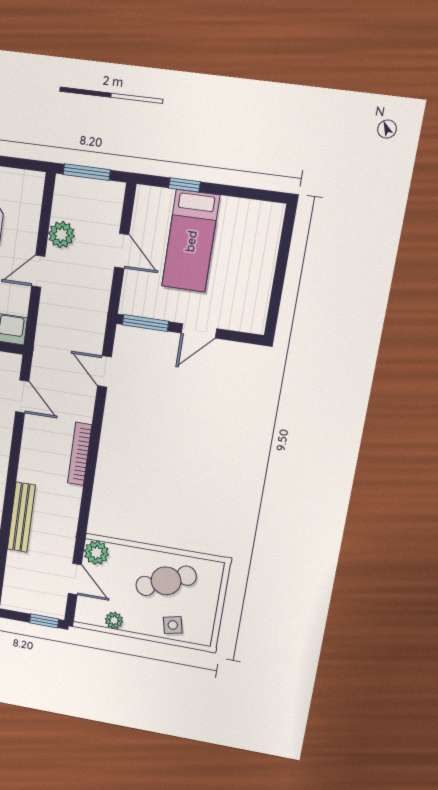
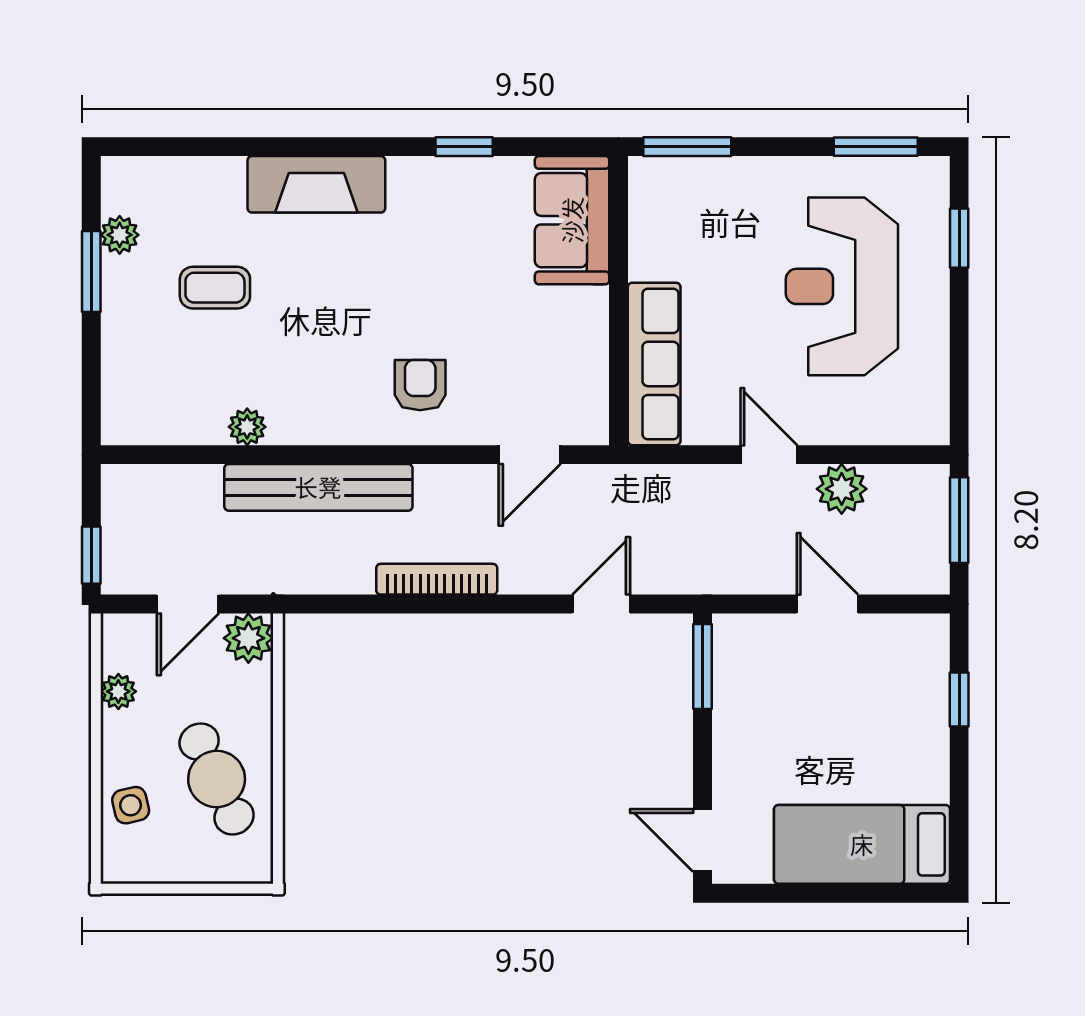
bed: (191, 241) -> (862, 844), moved
door: (122, 251) -> (827, 604), swing flipped
door: (199, 331) -> (703, 840), moved
bench: (21, 517) -> (318, 487), width x1.37, depth x1.21

